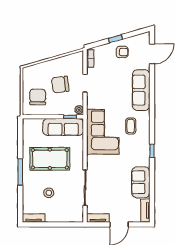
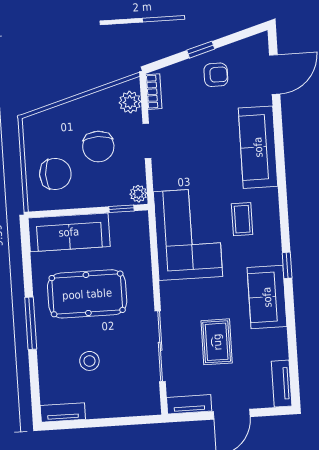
plant: (78, 63) -> (130, 102), added
chair: (60, 84) -> (98, 146), turned -83
chair: (38, 97) -> (55, 174), turned 90
sofa: (63, 127) -> (69, 232), moved
sofa: (141, 182) -> (267, 297), moved
rug: (114, 187) -> (217, 342), added

